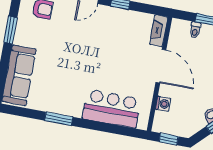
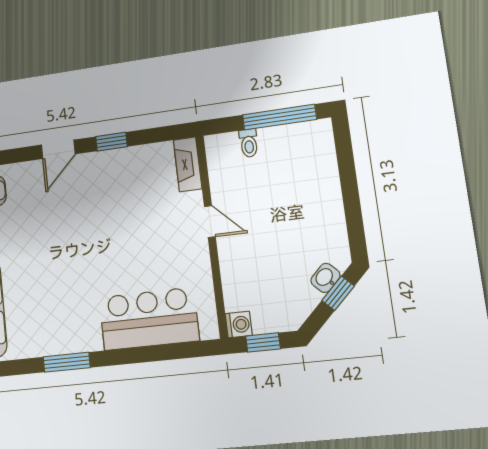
door: (161, 66) -> (210, 222), width x0.53
washing machine: (163, 104) -> (239, 325), moved

